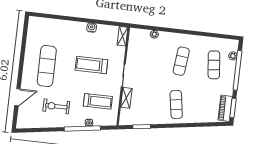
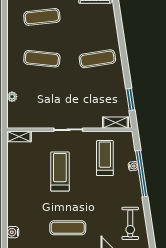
water cooler: (92, 28) -> (13, 232), moved
treadmill: (91, 65) -> (60, 171), turned 180
exercise mat: (47, 66) -> (68, 228), width x0.73, depth x0.69
shelving: (126, 98) -> (116, 123), moved
exercise bike: (56, 106) -> (130, 223), moved

